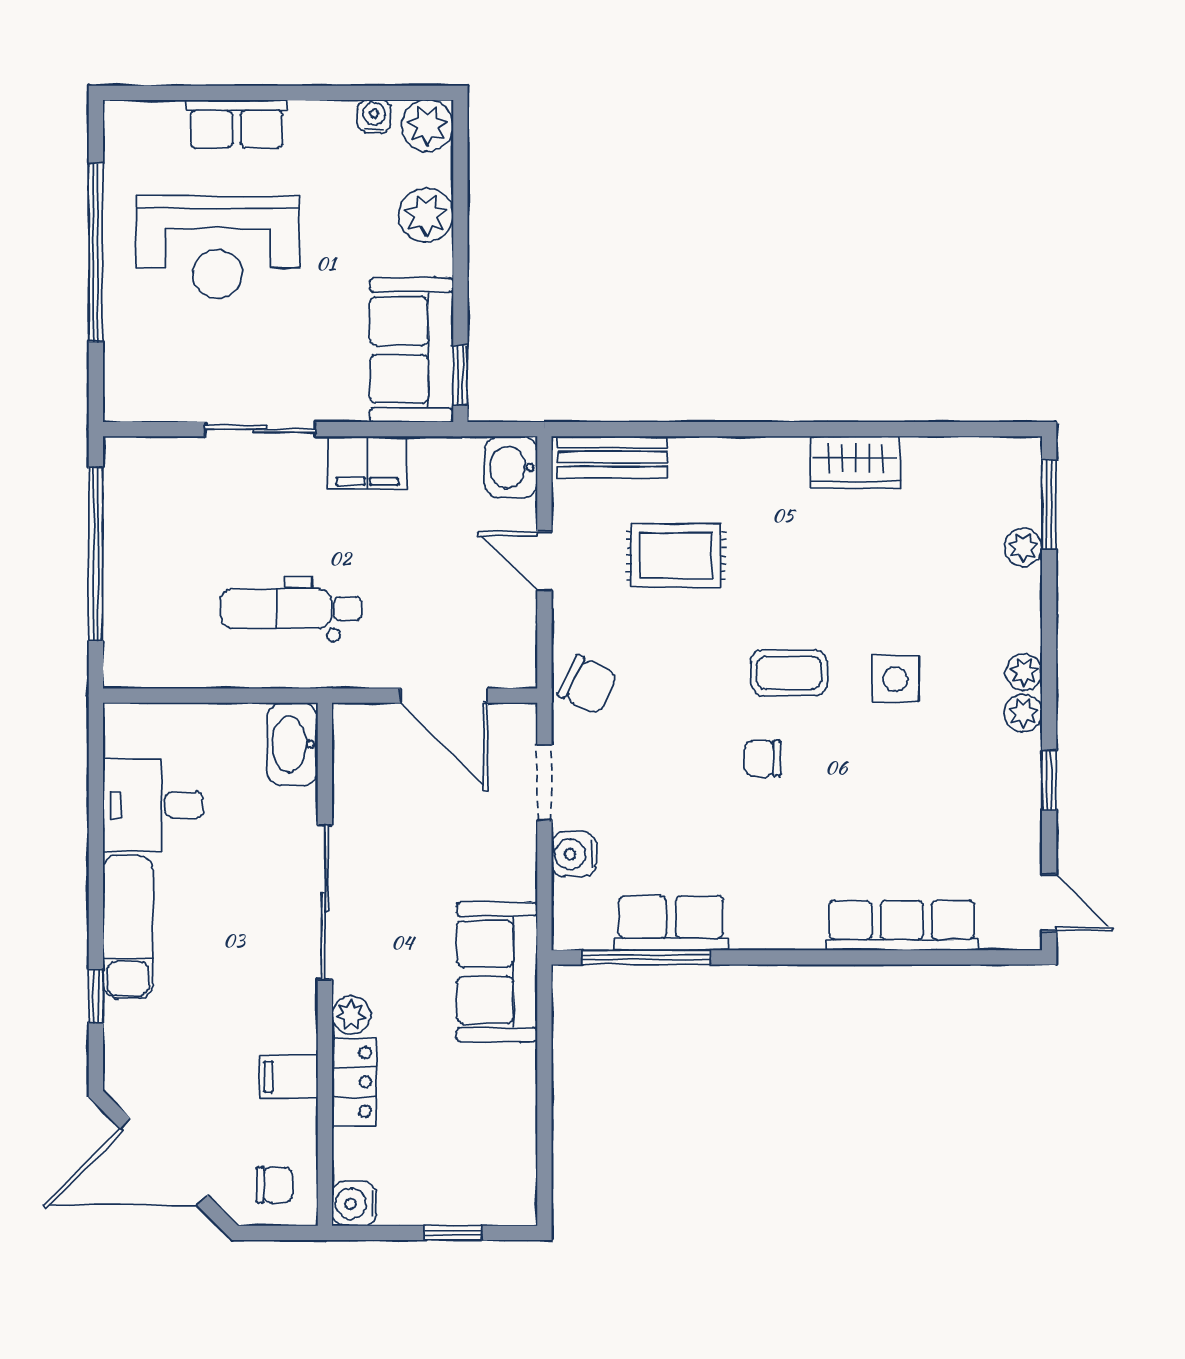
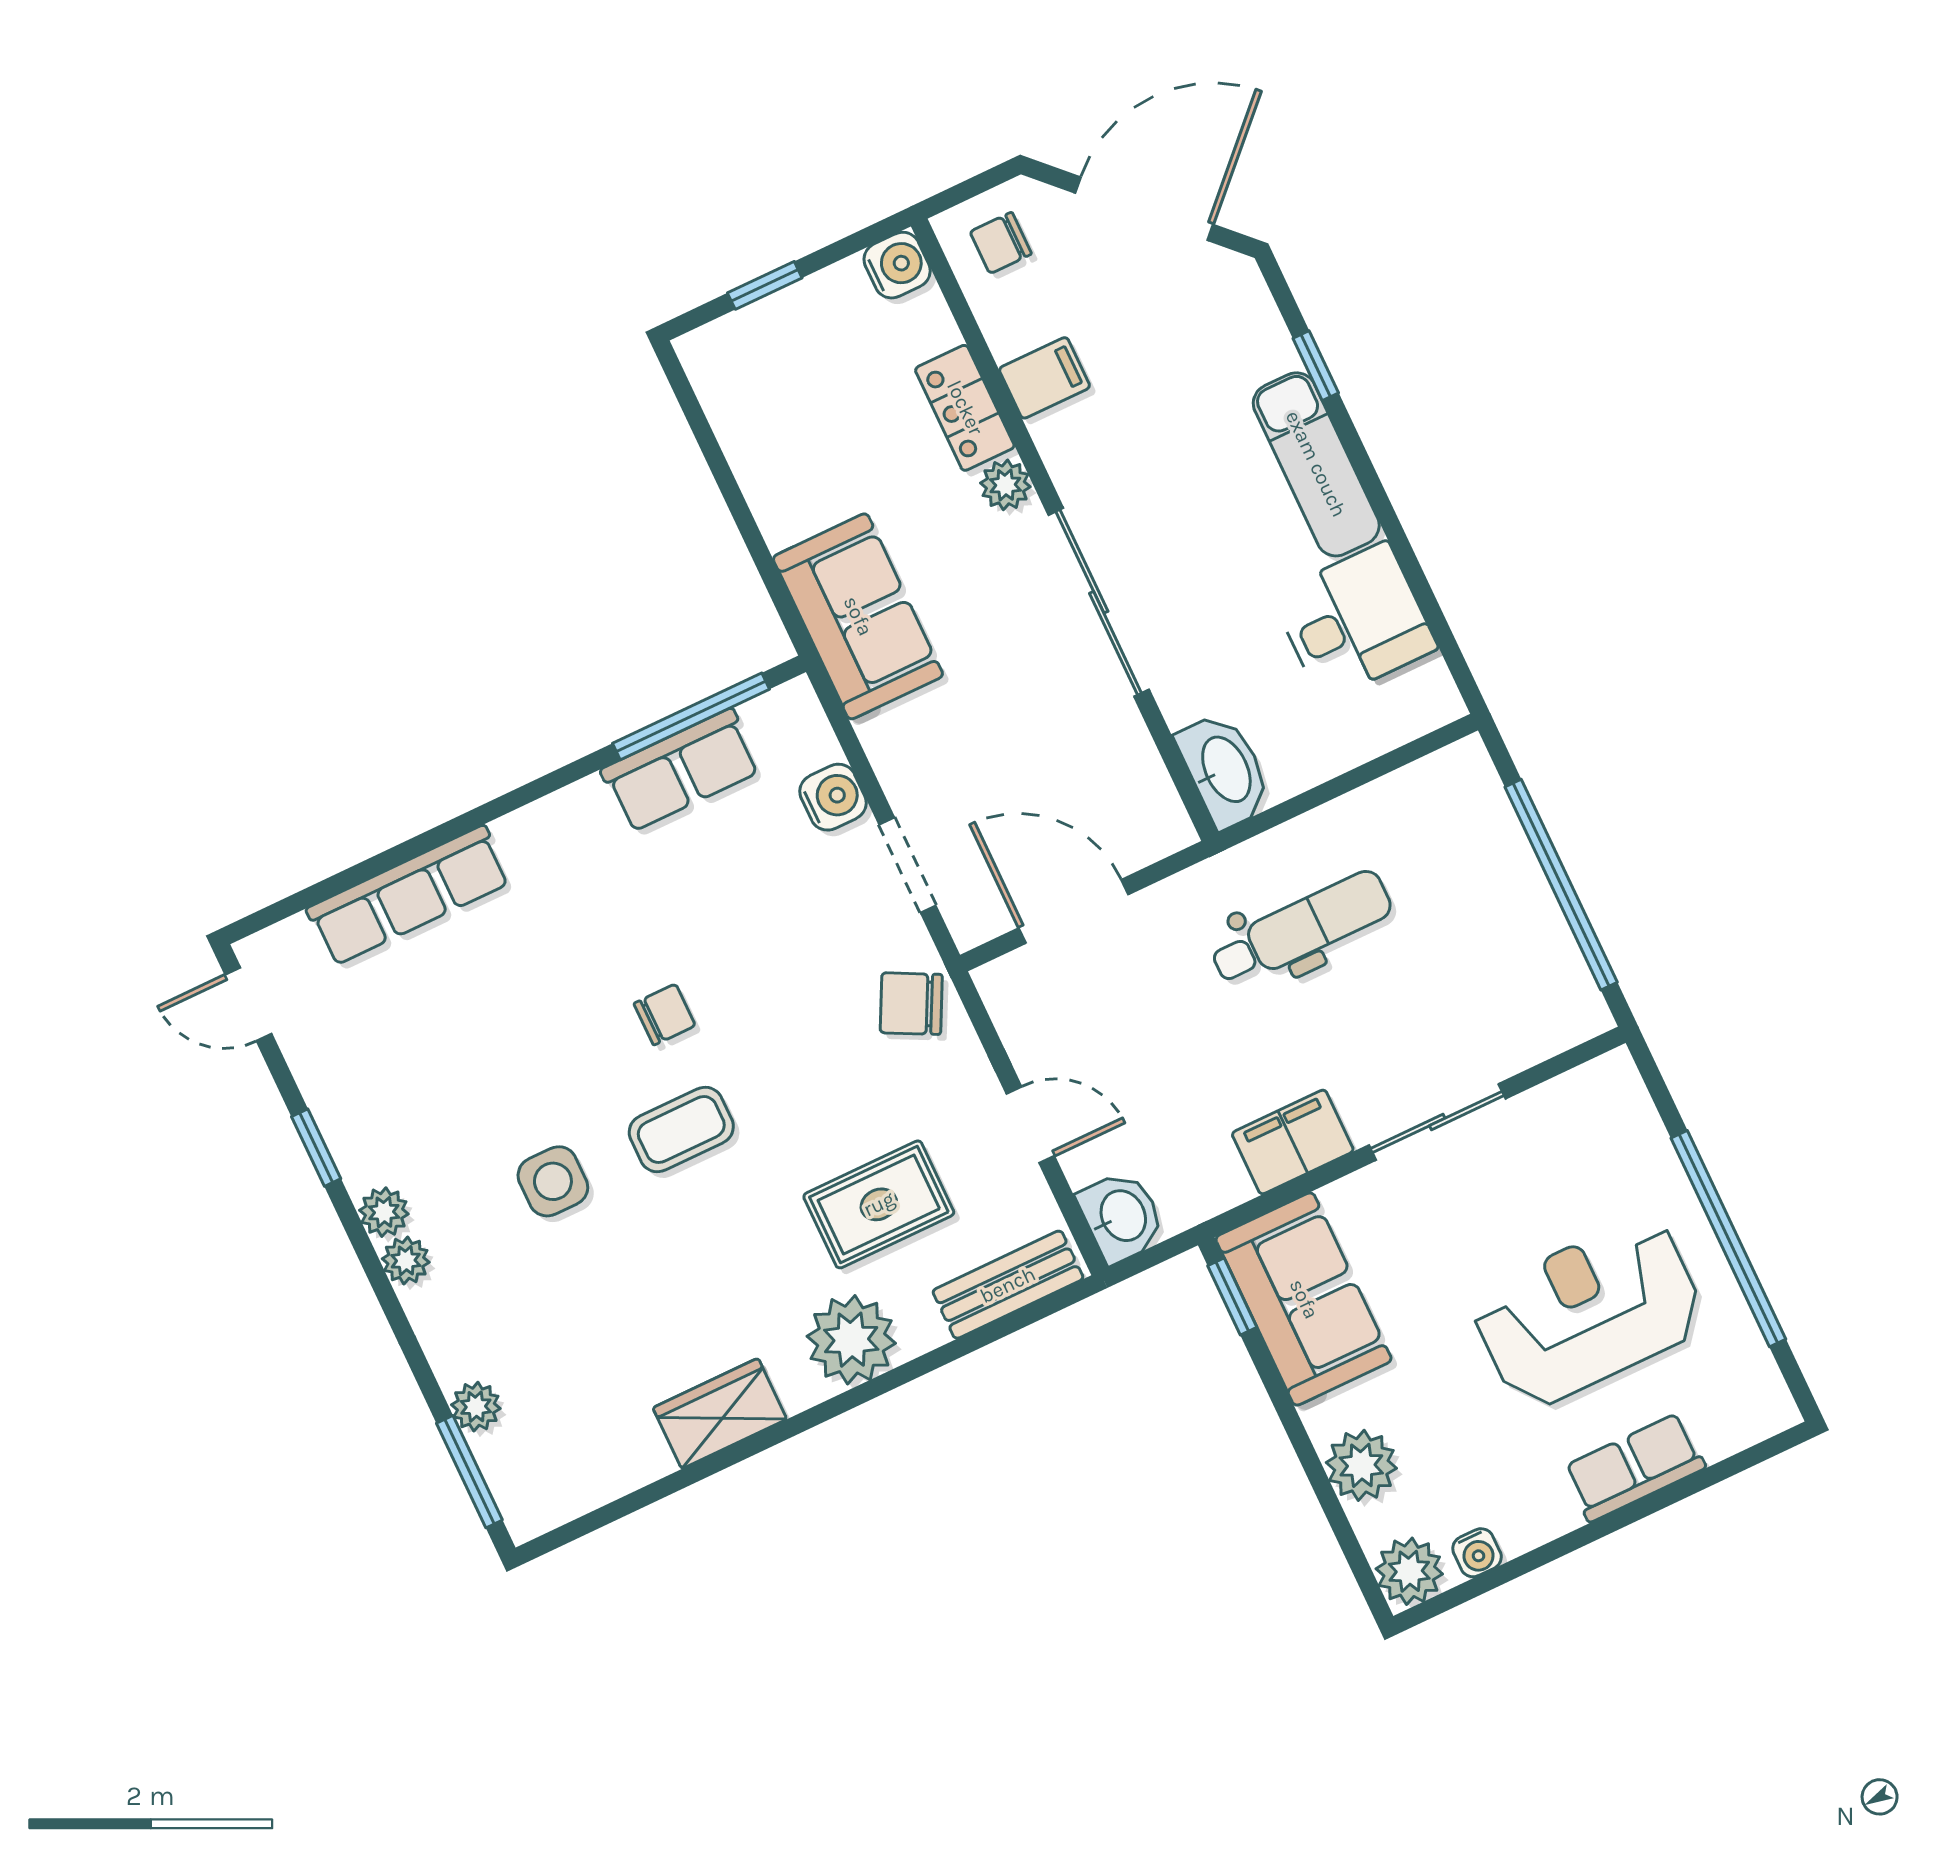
plant: (740, 471) -> (851, 1340), added

